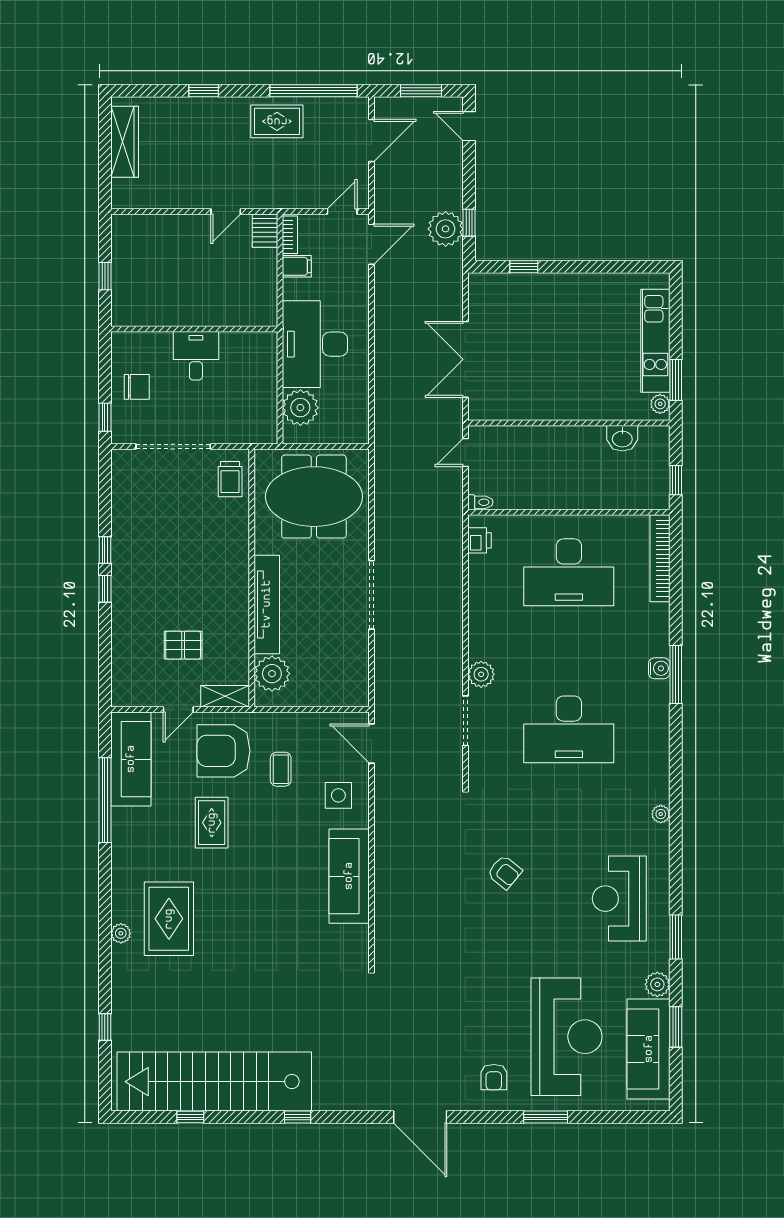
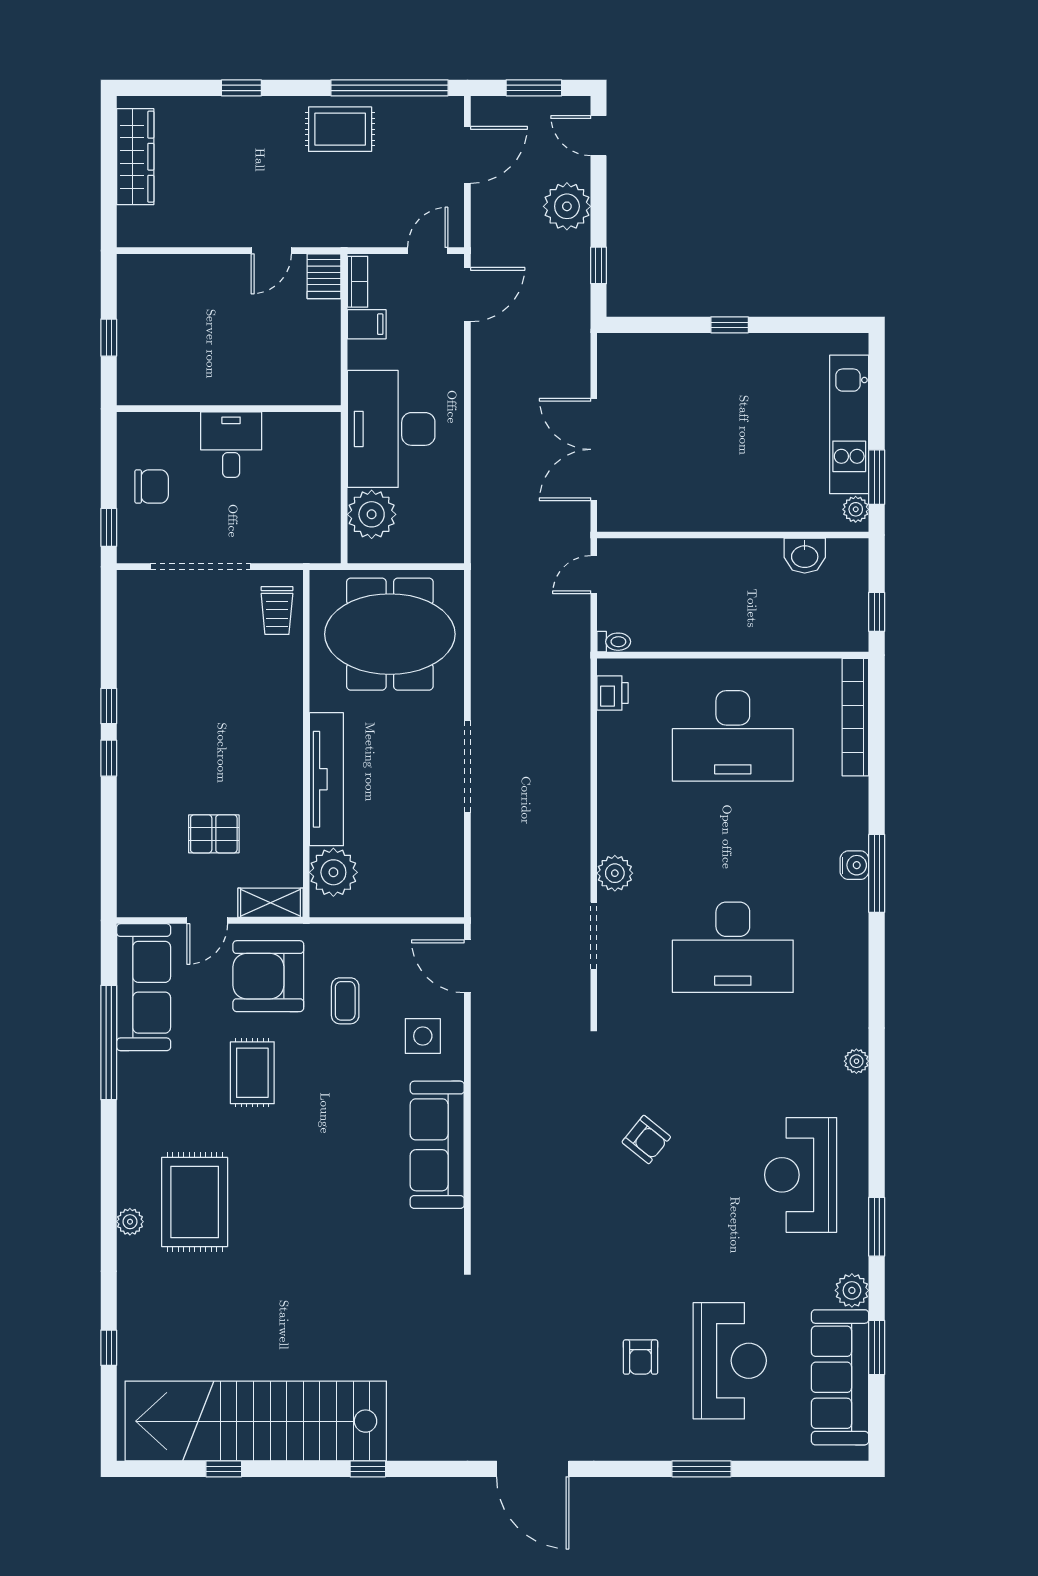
plant: (446, 229) -> (567, 206), moved
window: (524, 267) -> (730, 325), moved
reception desk: (567, 1037) -> (730, 1361), width x0.74, depth x0.77
armchair: (494, 1077) -> (641, 1357), moved

